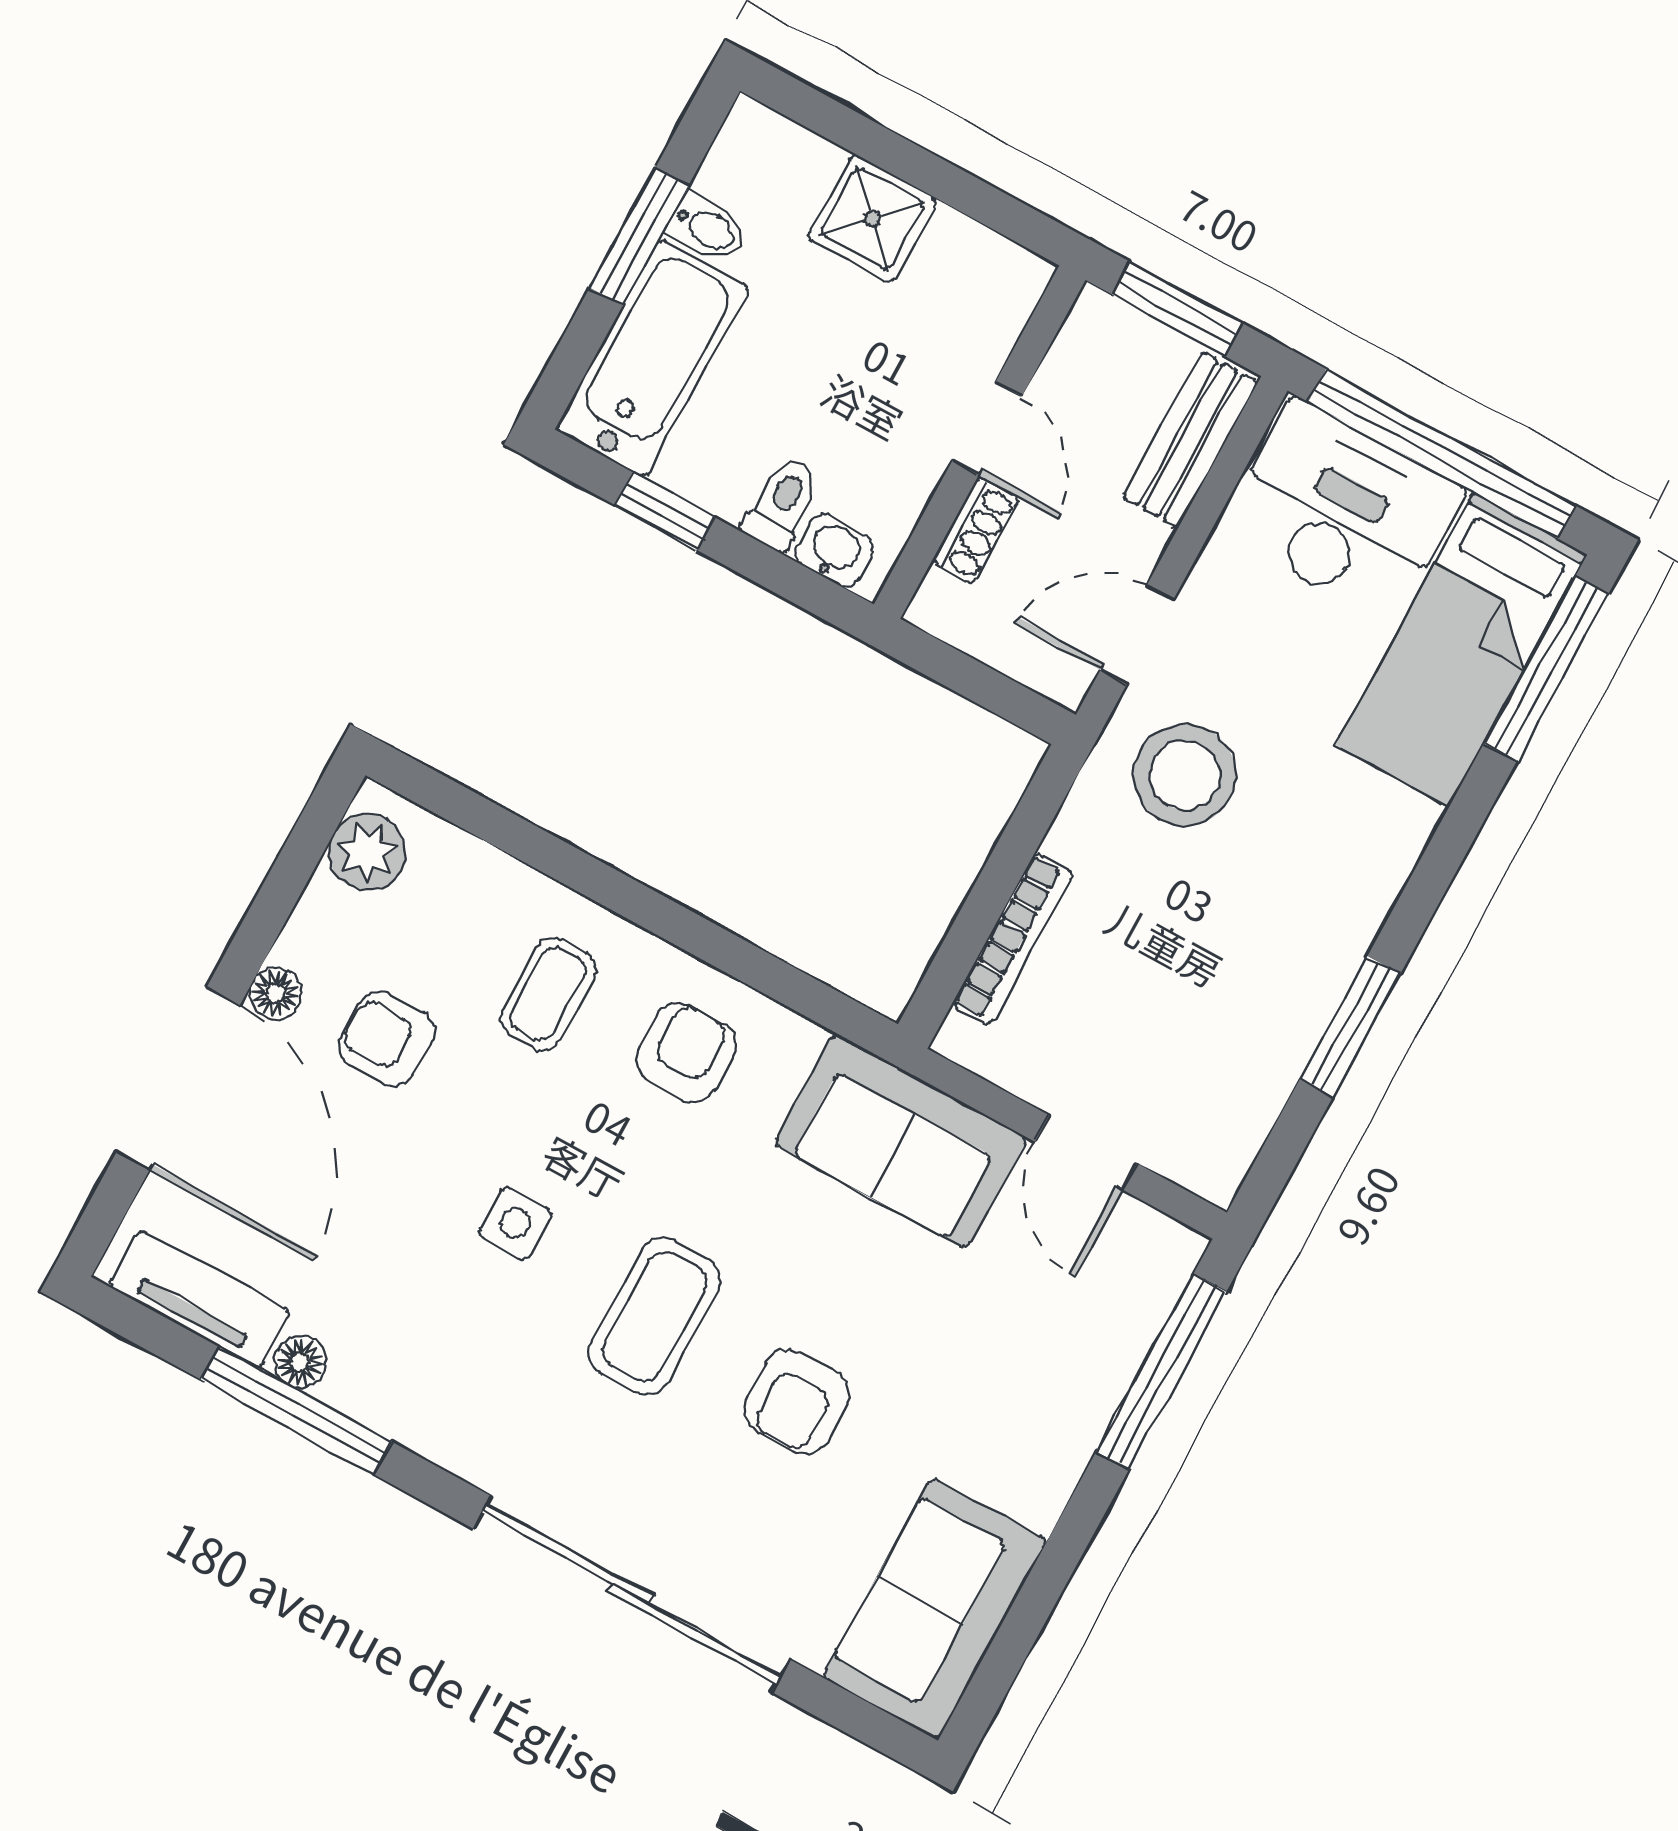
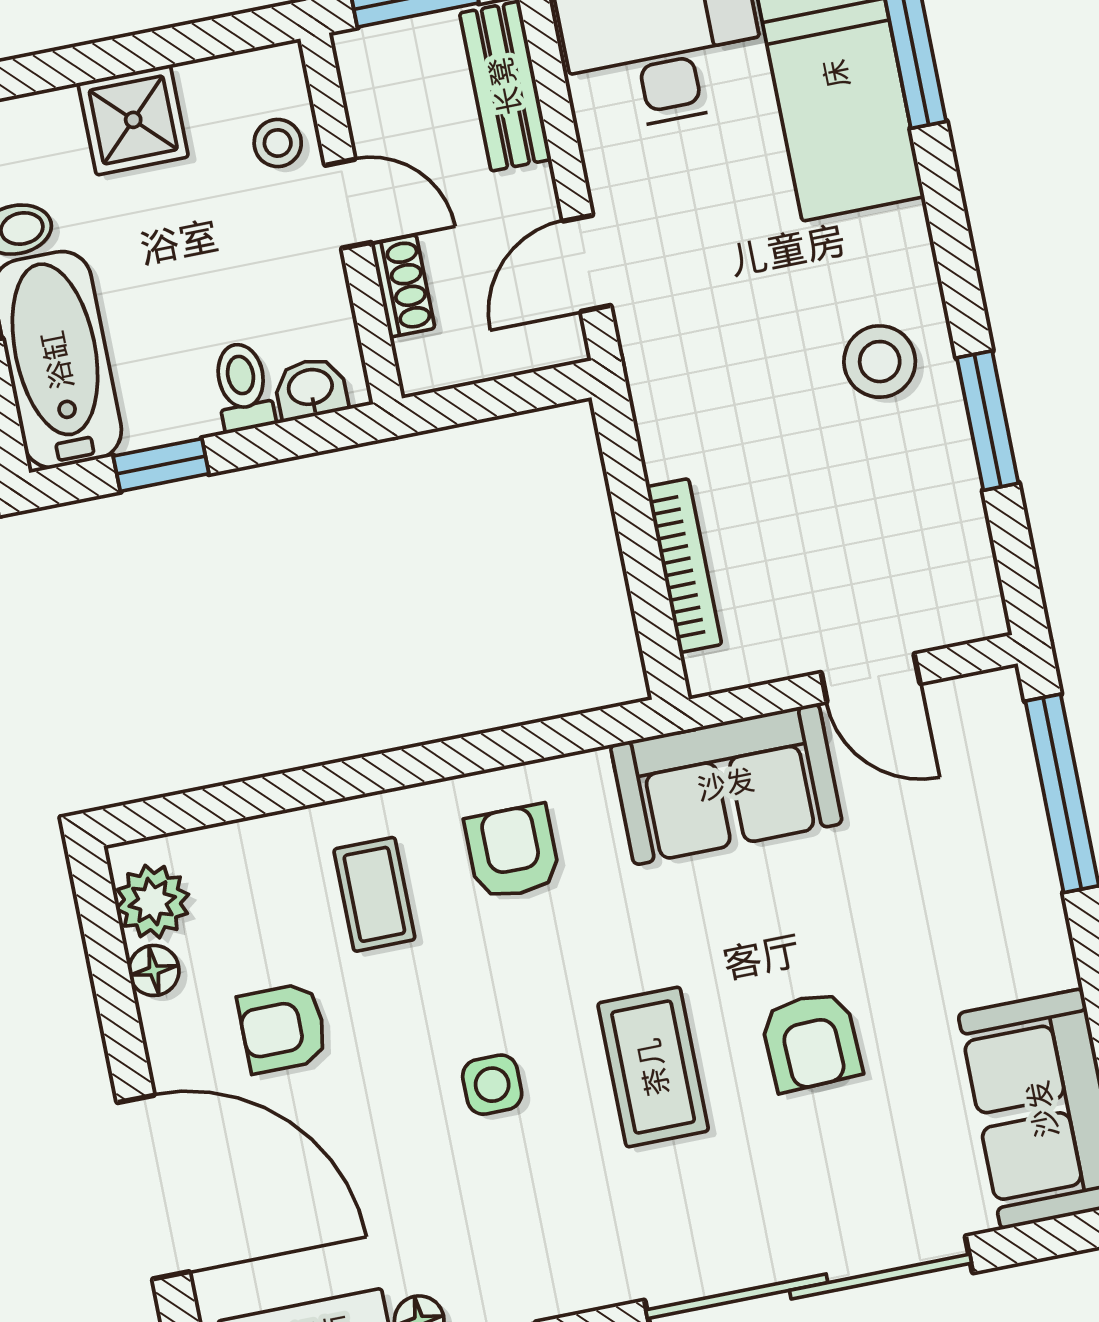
stool: (972, 333) -> (278, 143), added
stool: (1185, 775) -> (880, 362), moved, width x0.73, depth x0.73
floor lamp: (275, 993) -> (154, 970), moved

